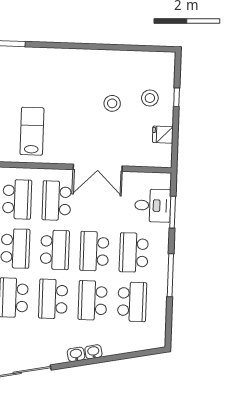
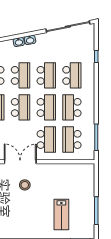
stool: (112, 103) -> (25, 185), moved
lab bench: (32, 131) -> (61, 214), moved
school desk: (55, 250) -> (46, 107), turned 180

